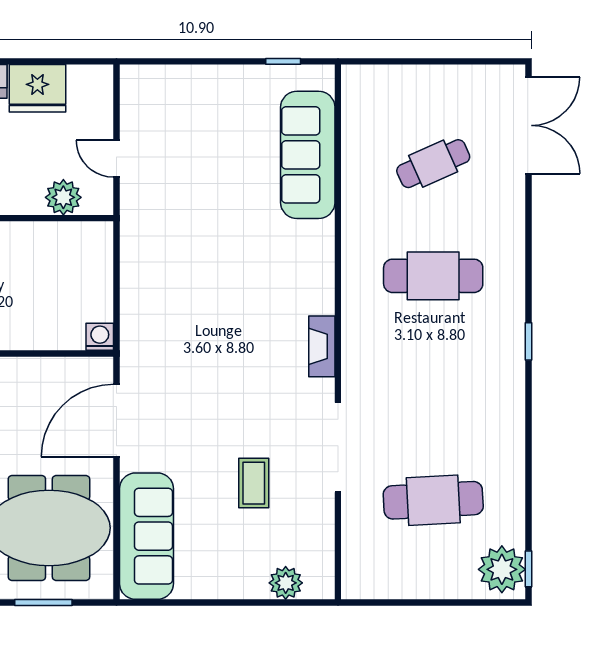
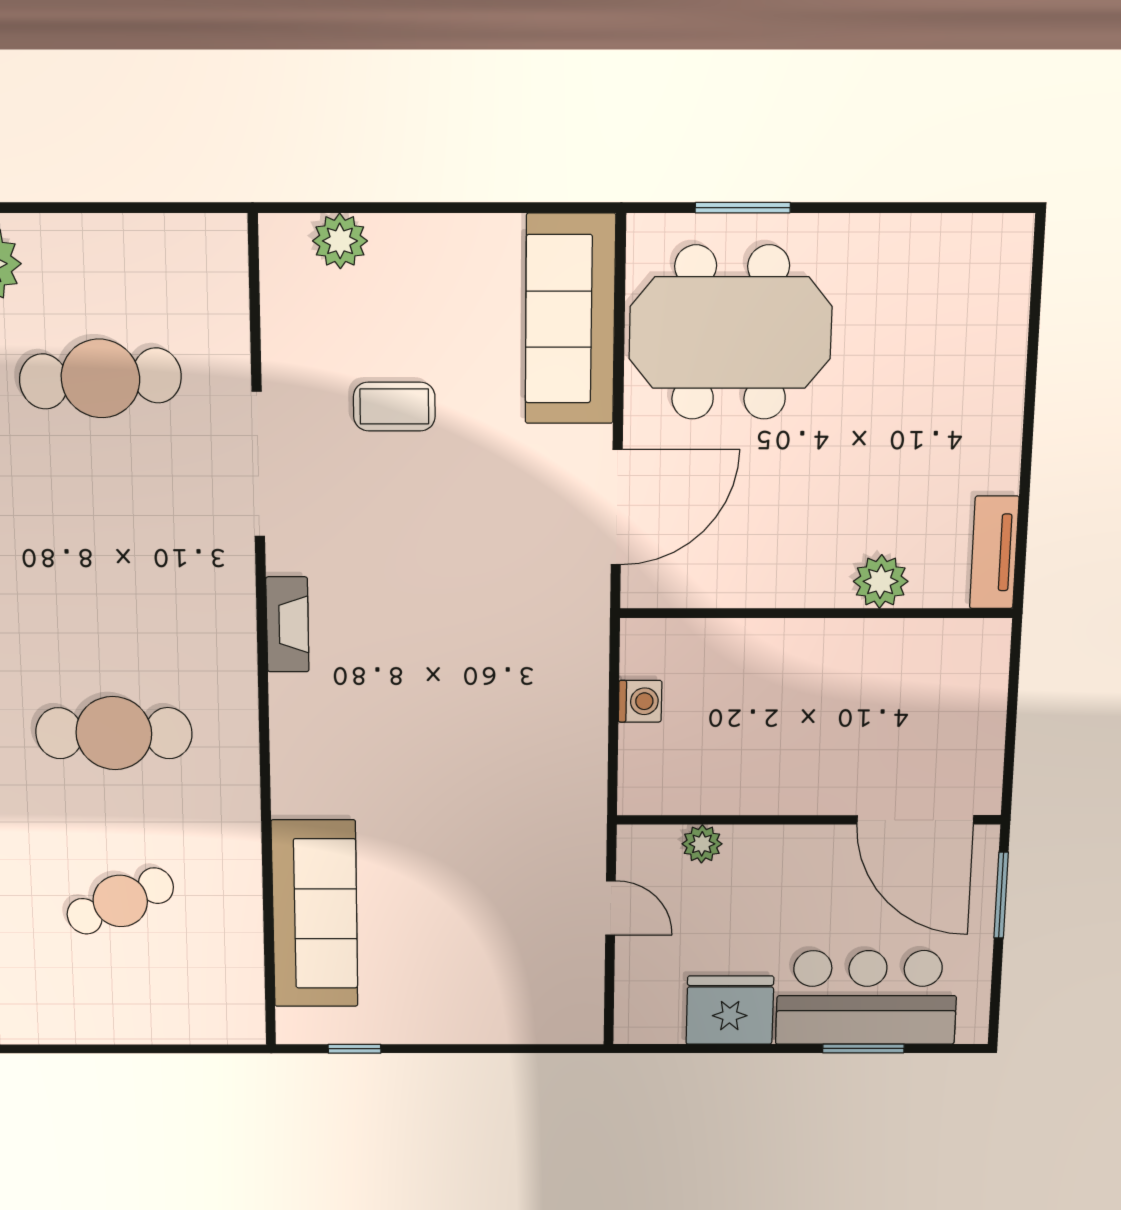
plant: (63, 197) -> (702, 844), width x0.73, depth x0.73
washing machine: (100, 337) -> (640, 701), moved, turned -90
coffee table: (254, 483) -> (394, 407), turned 90

